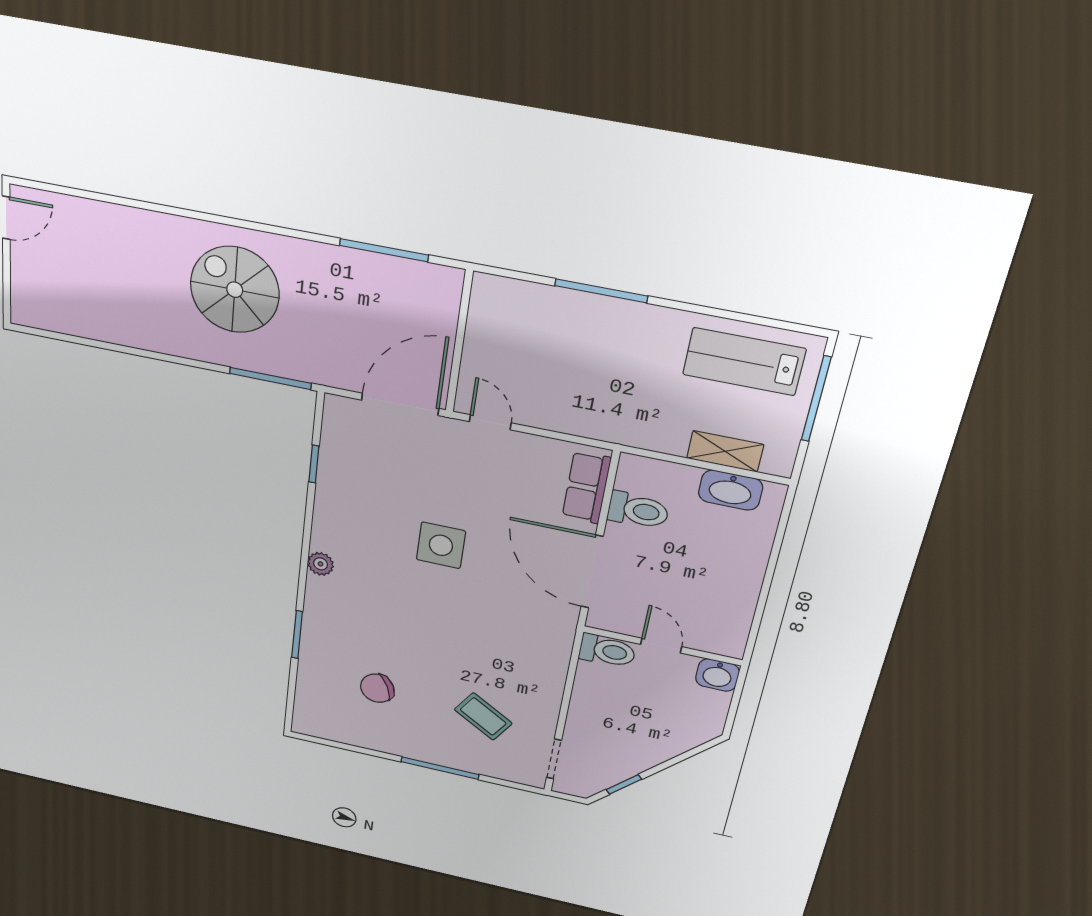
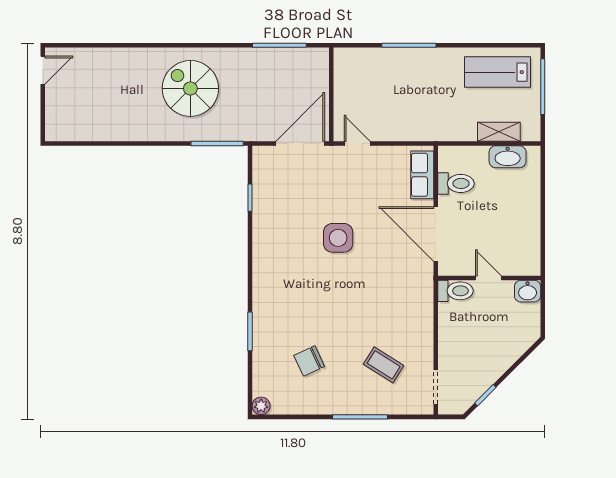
plant: (321, 564) -> (261, 406), moved

